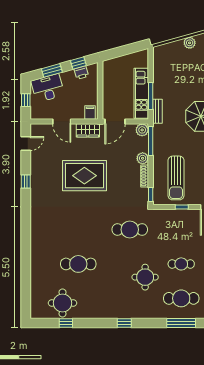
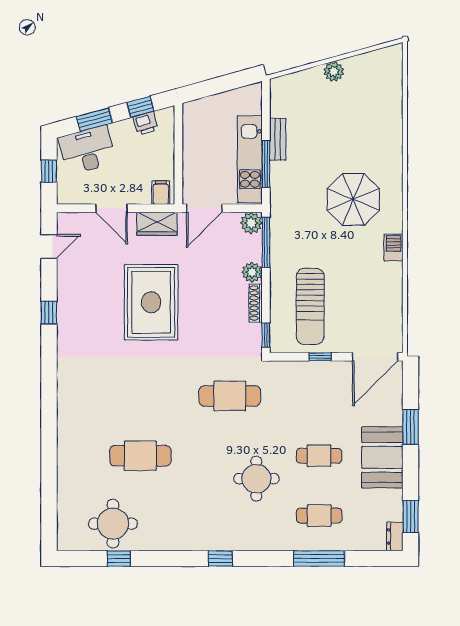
bench: (157, 111) -> (278, 139), moved
rug: (84, 176) -> (151, 302), turned 90
cafe table: (181, 298) -> (319, 516), width x0.73, depth x0.74

